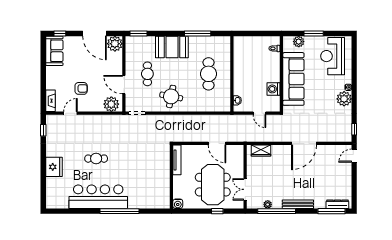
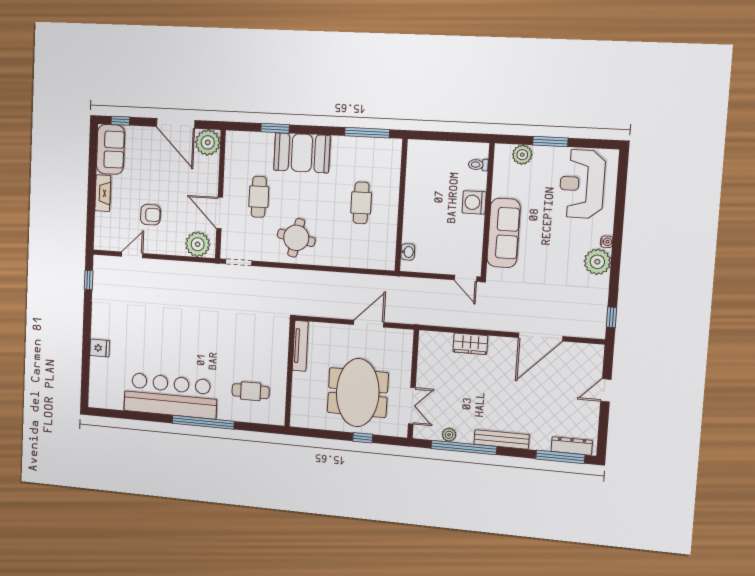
window: (138, 33) -> (275, 128), moved
window: (198, 33) -> (367, 133), moved
cafe table: (209, 74) -> (361, 203), width x0.73, depth x0.74
sofa: (293, 79) -> (504, 233), width x0.74, depth x0.79
washing machine: (273, 89) -> (474, 202), moved
fireplace: (50, 101) -> (103, 193), moved
door: (259, 113) -> (466, 278), moved
door: (217, 143) -> (369, 324), swing flipped
door: (304, 143) -> (541, 337), moved
wardrobe: (261, 151) -> (470, 344), moved
door: (354, 156) -> (606, 390), moved
cafe table: (96, 159) -> (251, 391), moved
fridge: (54, 167) -> (100, 348), width x0.53, depth x0.75
double door: (245, 189) -> (412, 406), swing flipped
water cooler: (178, 204) -> (298, 419), removed

